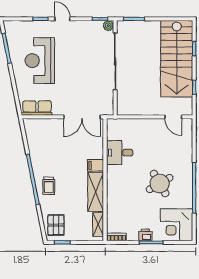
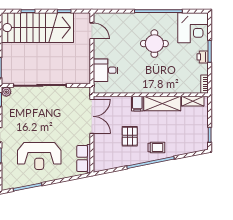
door: (173, 117) -> (92, 31), hinge flipped
desk: (120, 153) -> (106, 70), moved, turned 90
round table: (160, 184) -> (154, 44), turned 30
pallet: (56, 225) -> (130, 136), moved, turned 90

